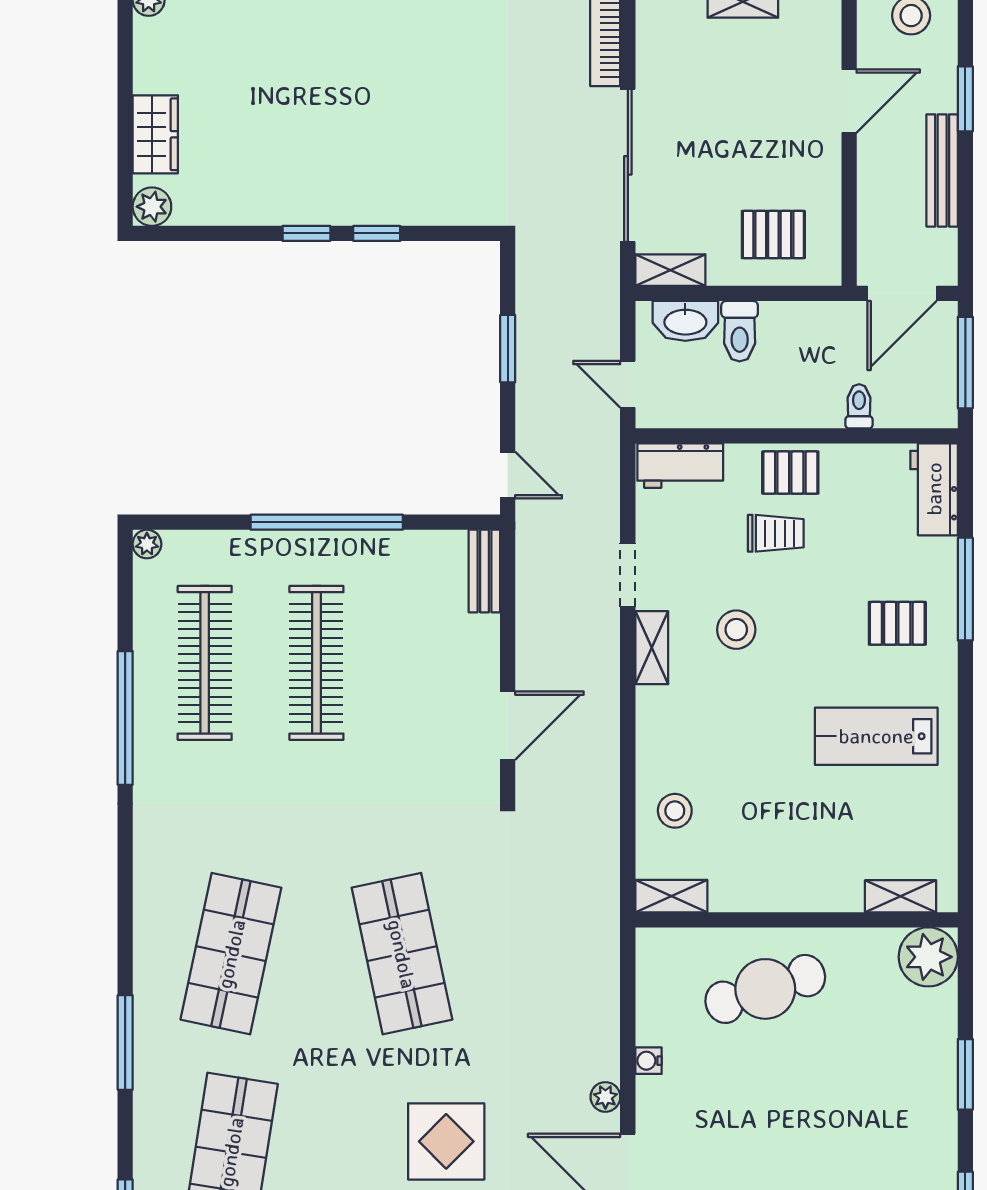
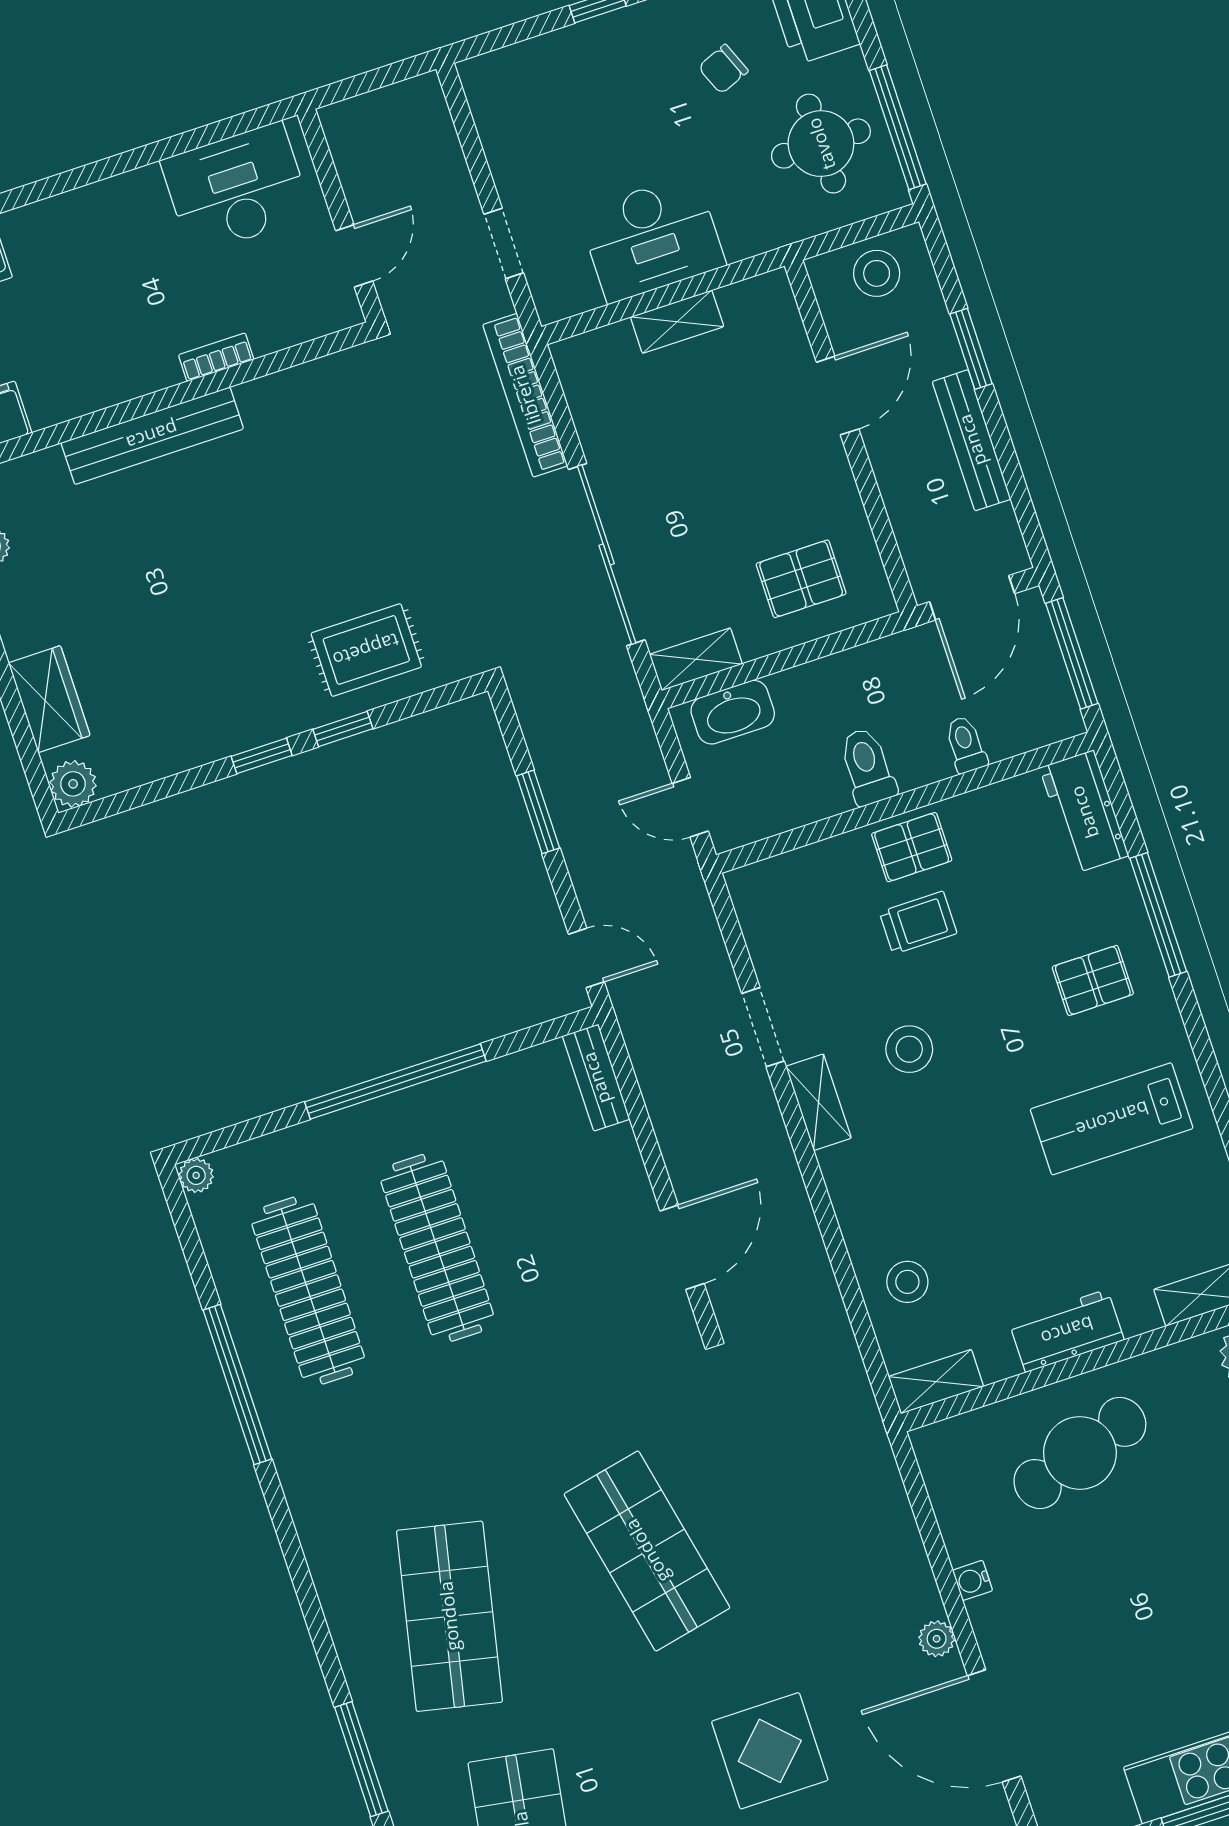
rug: (415, 178) -> (366, 650), added
toilet: (740, 331) -> (867, 767), moved, turned 180
workbench: (680, 466) -> (1067, 1331), moved, turned 180

